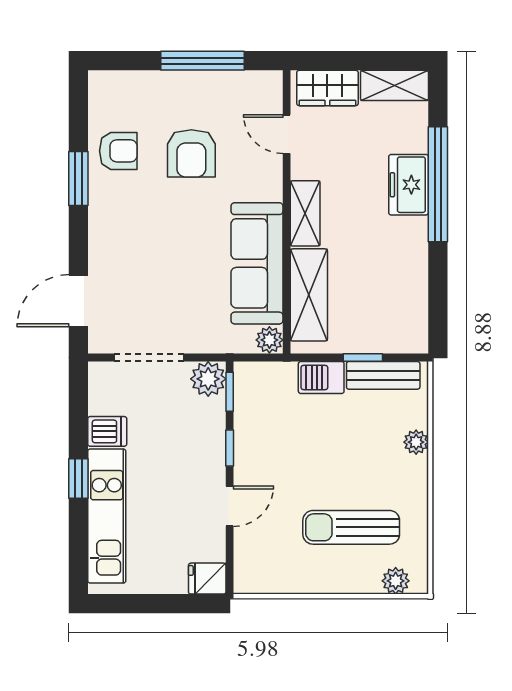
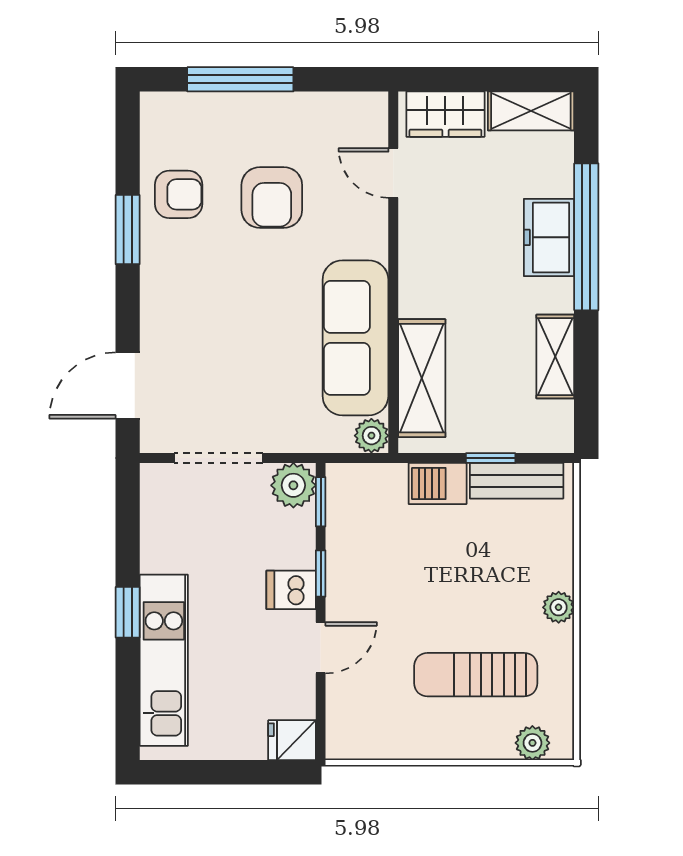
window: (202, 61) -> (240, 79), moved
shelving: (305, 213) -> (555, 357), moved
dishwasher: (107, 431) -> (291, 590), moved, turned 180
plant: (416, 442) -> (559, 607), moved

